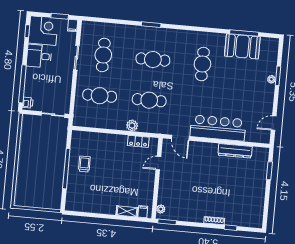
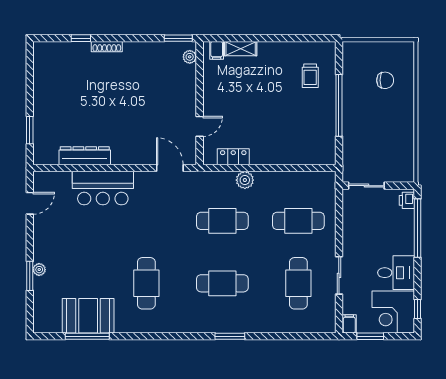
bar counter: (218, 128) -> (103, 188), width x0.73
trolley: (84, 164) -> (310, 76), moved
chair: (35, 182) -> (385, 80), added

